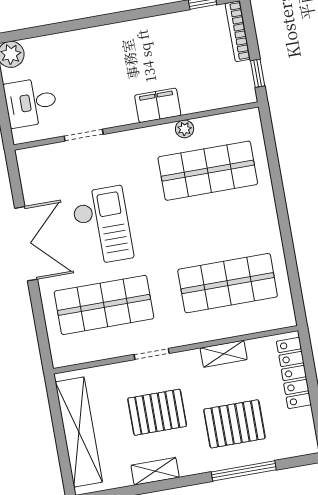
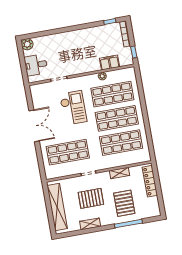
filing cabinet: (158, 105) -> (109, 63), moved
checkout: (102, 226) -> (73, 108), moved
shop shelf: (218, 227) -> (117, 118), added
pallet: (234, 424) -> (124, 203), turned 90

